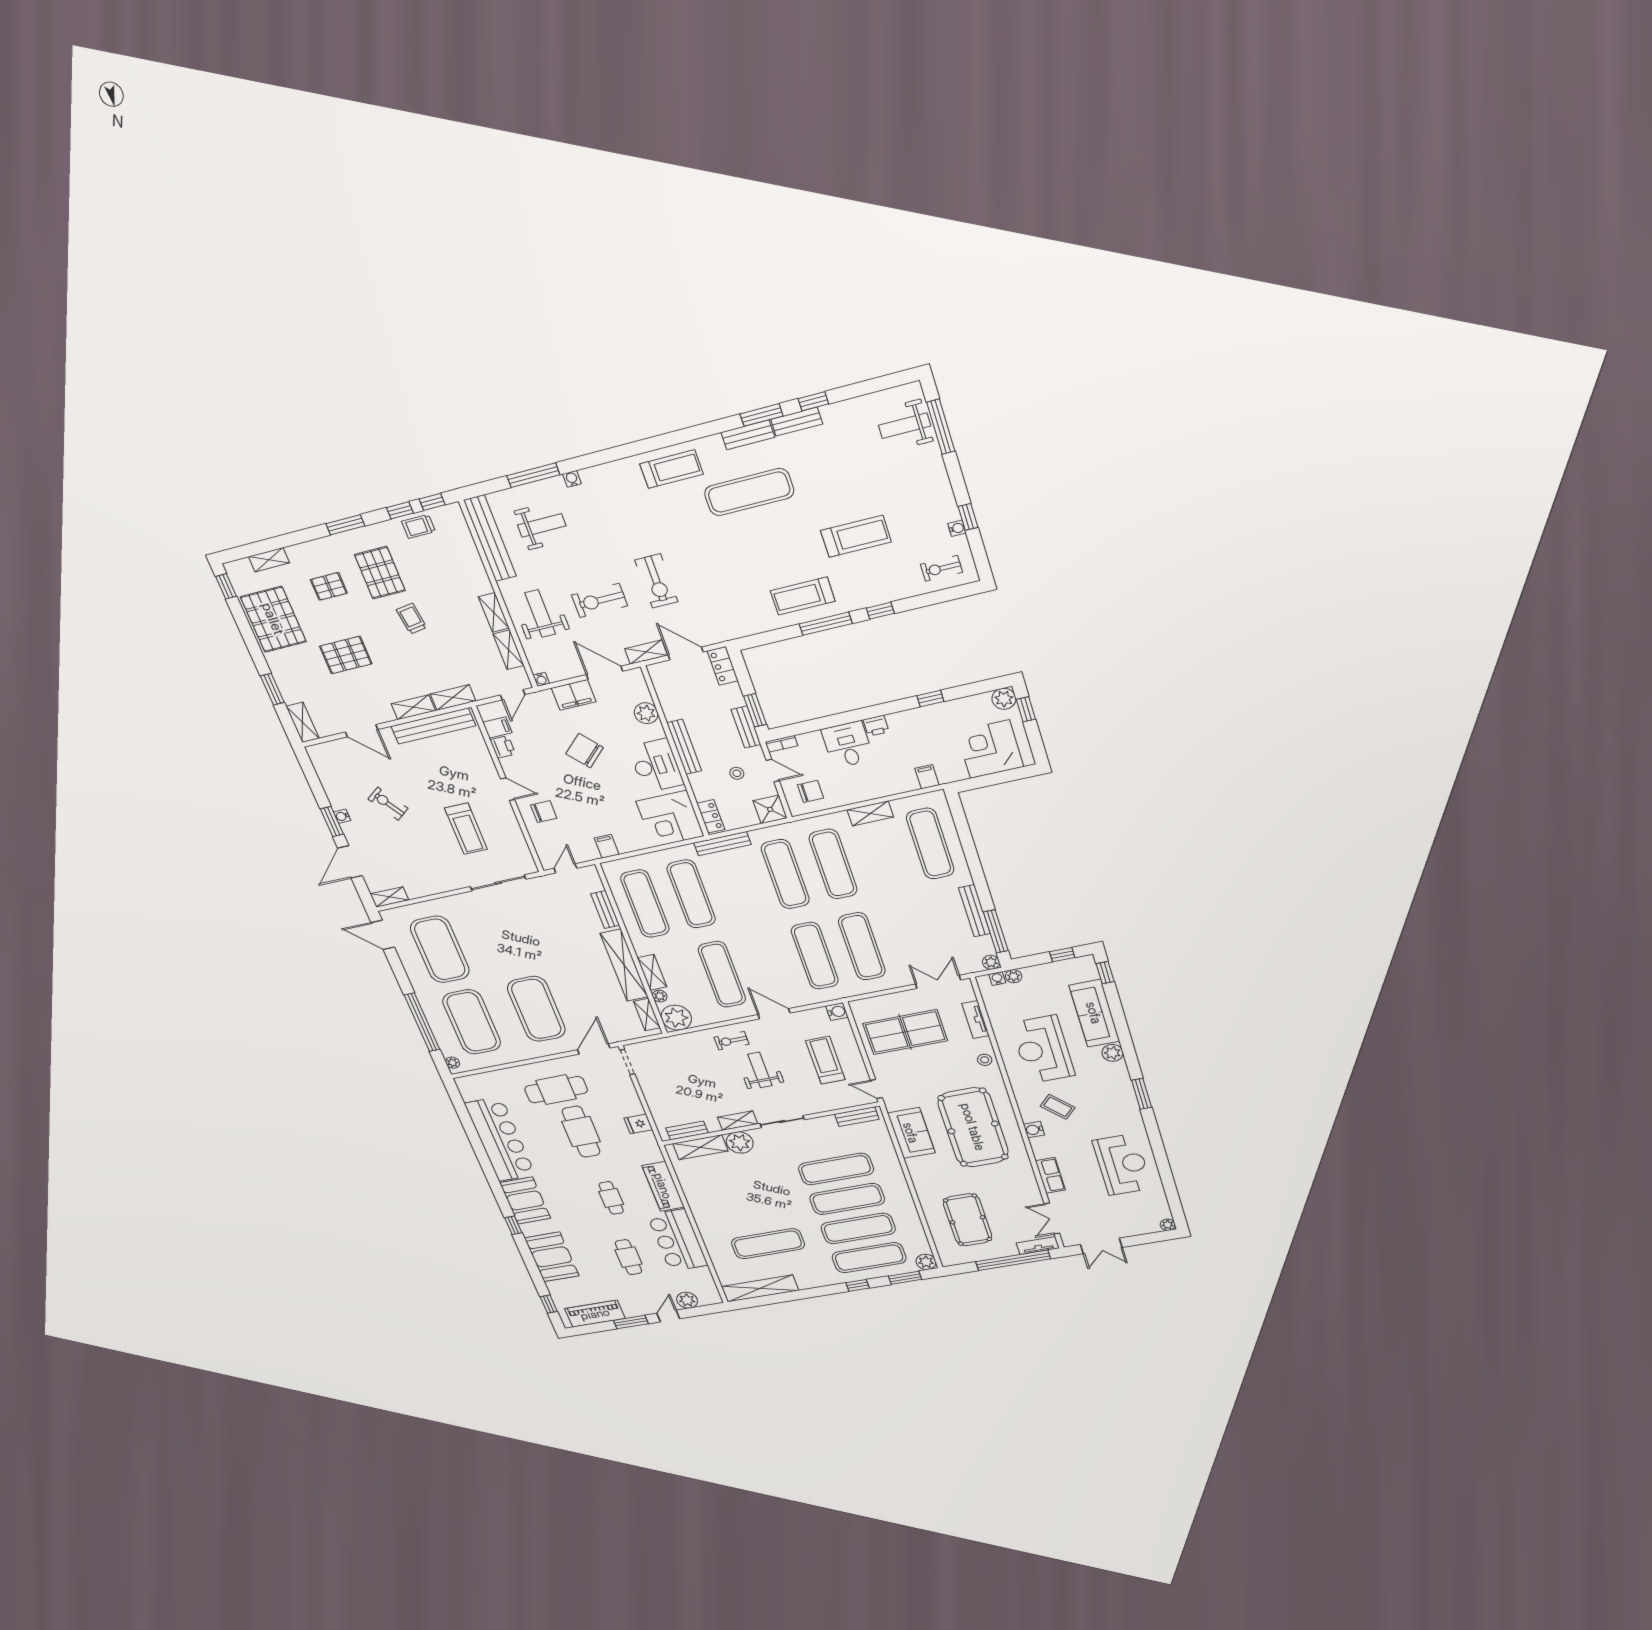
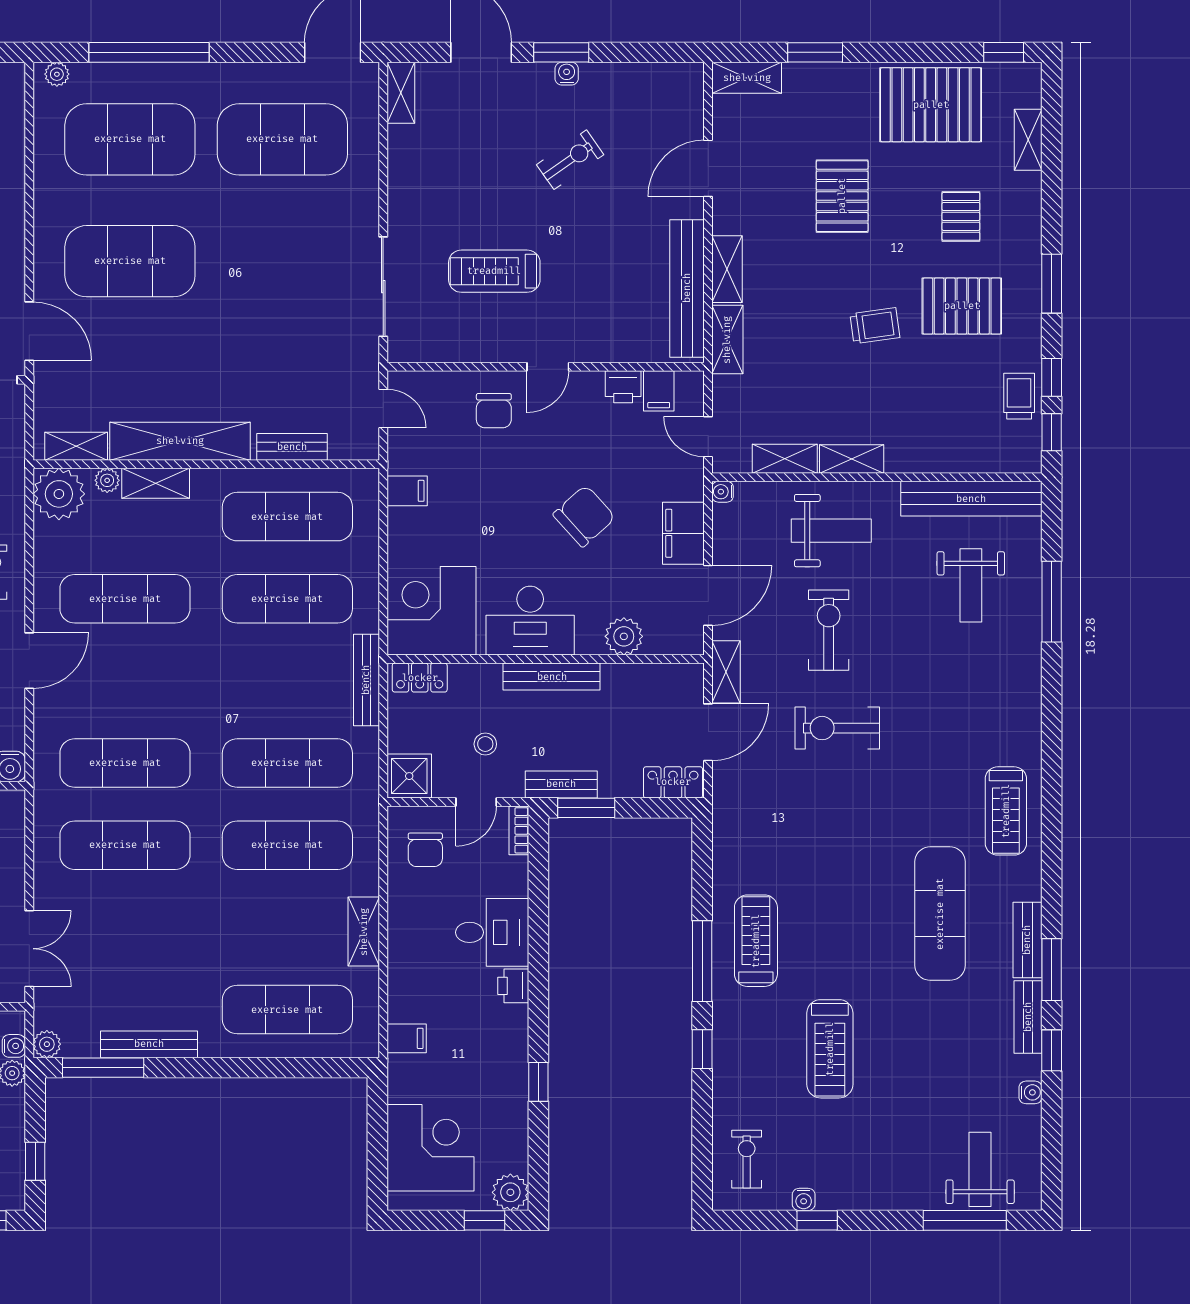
water cooler: (572, 479) -> (1031, 1092), moved

